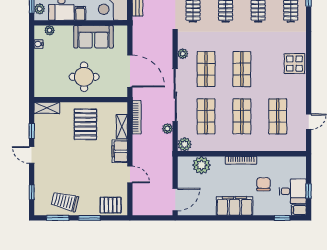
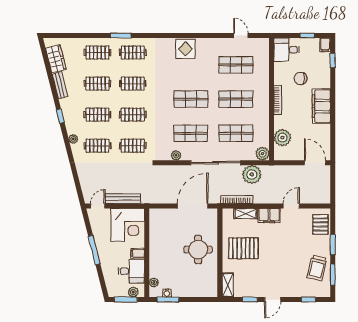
sofa: (93, 37) -> (160, 241), removed
window: (32, 45) -> (168, 300), added
plant: (167, 129) -> (252, 174), width x1.88, depth x1.88
desk: (293, 191) -> (287, 50), moved, turned -90

